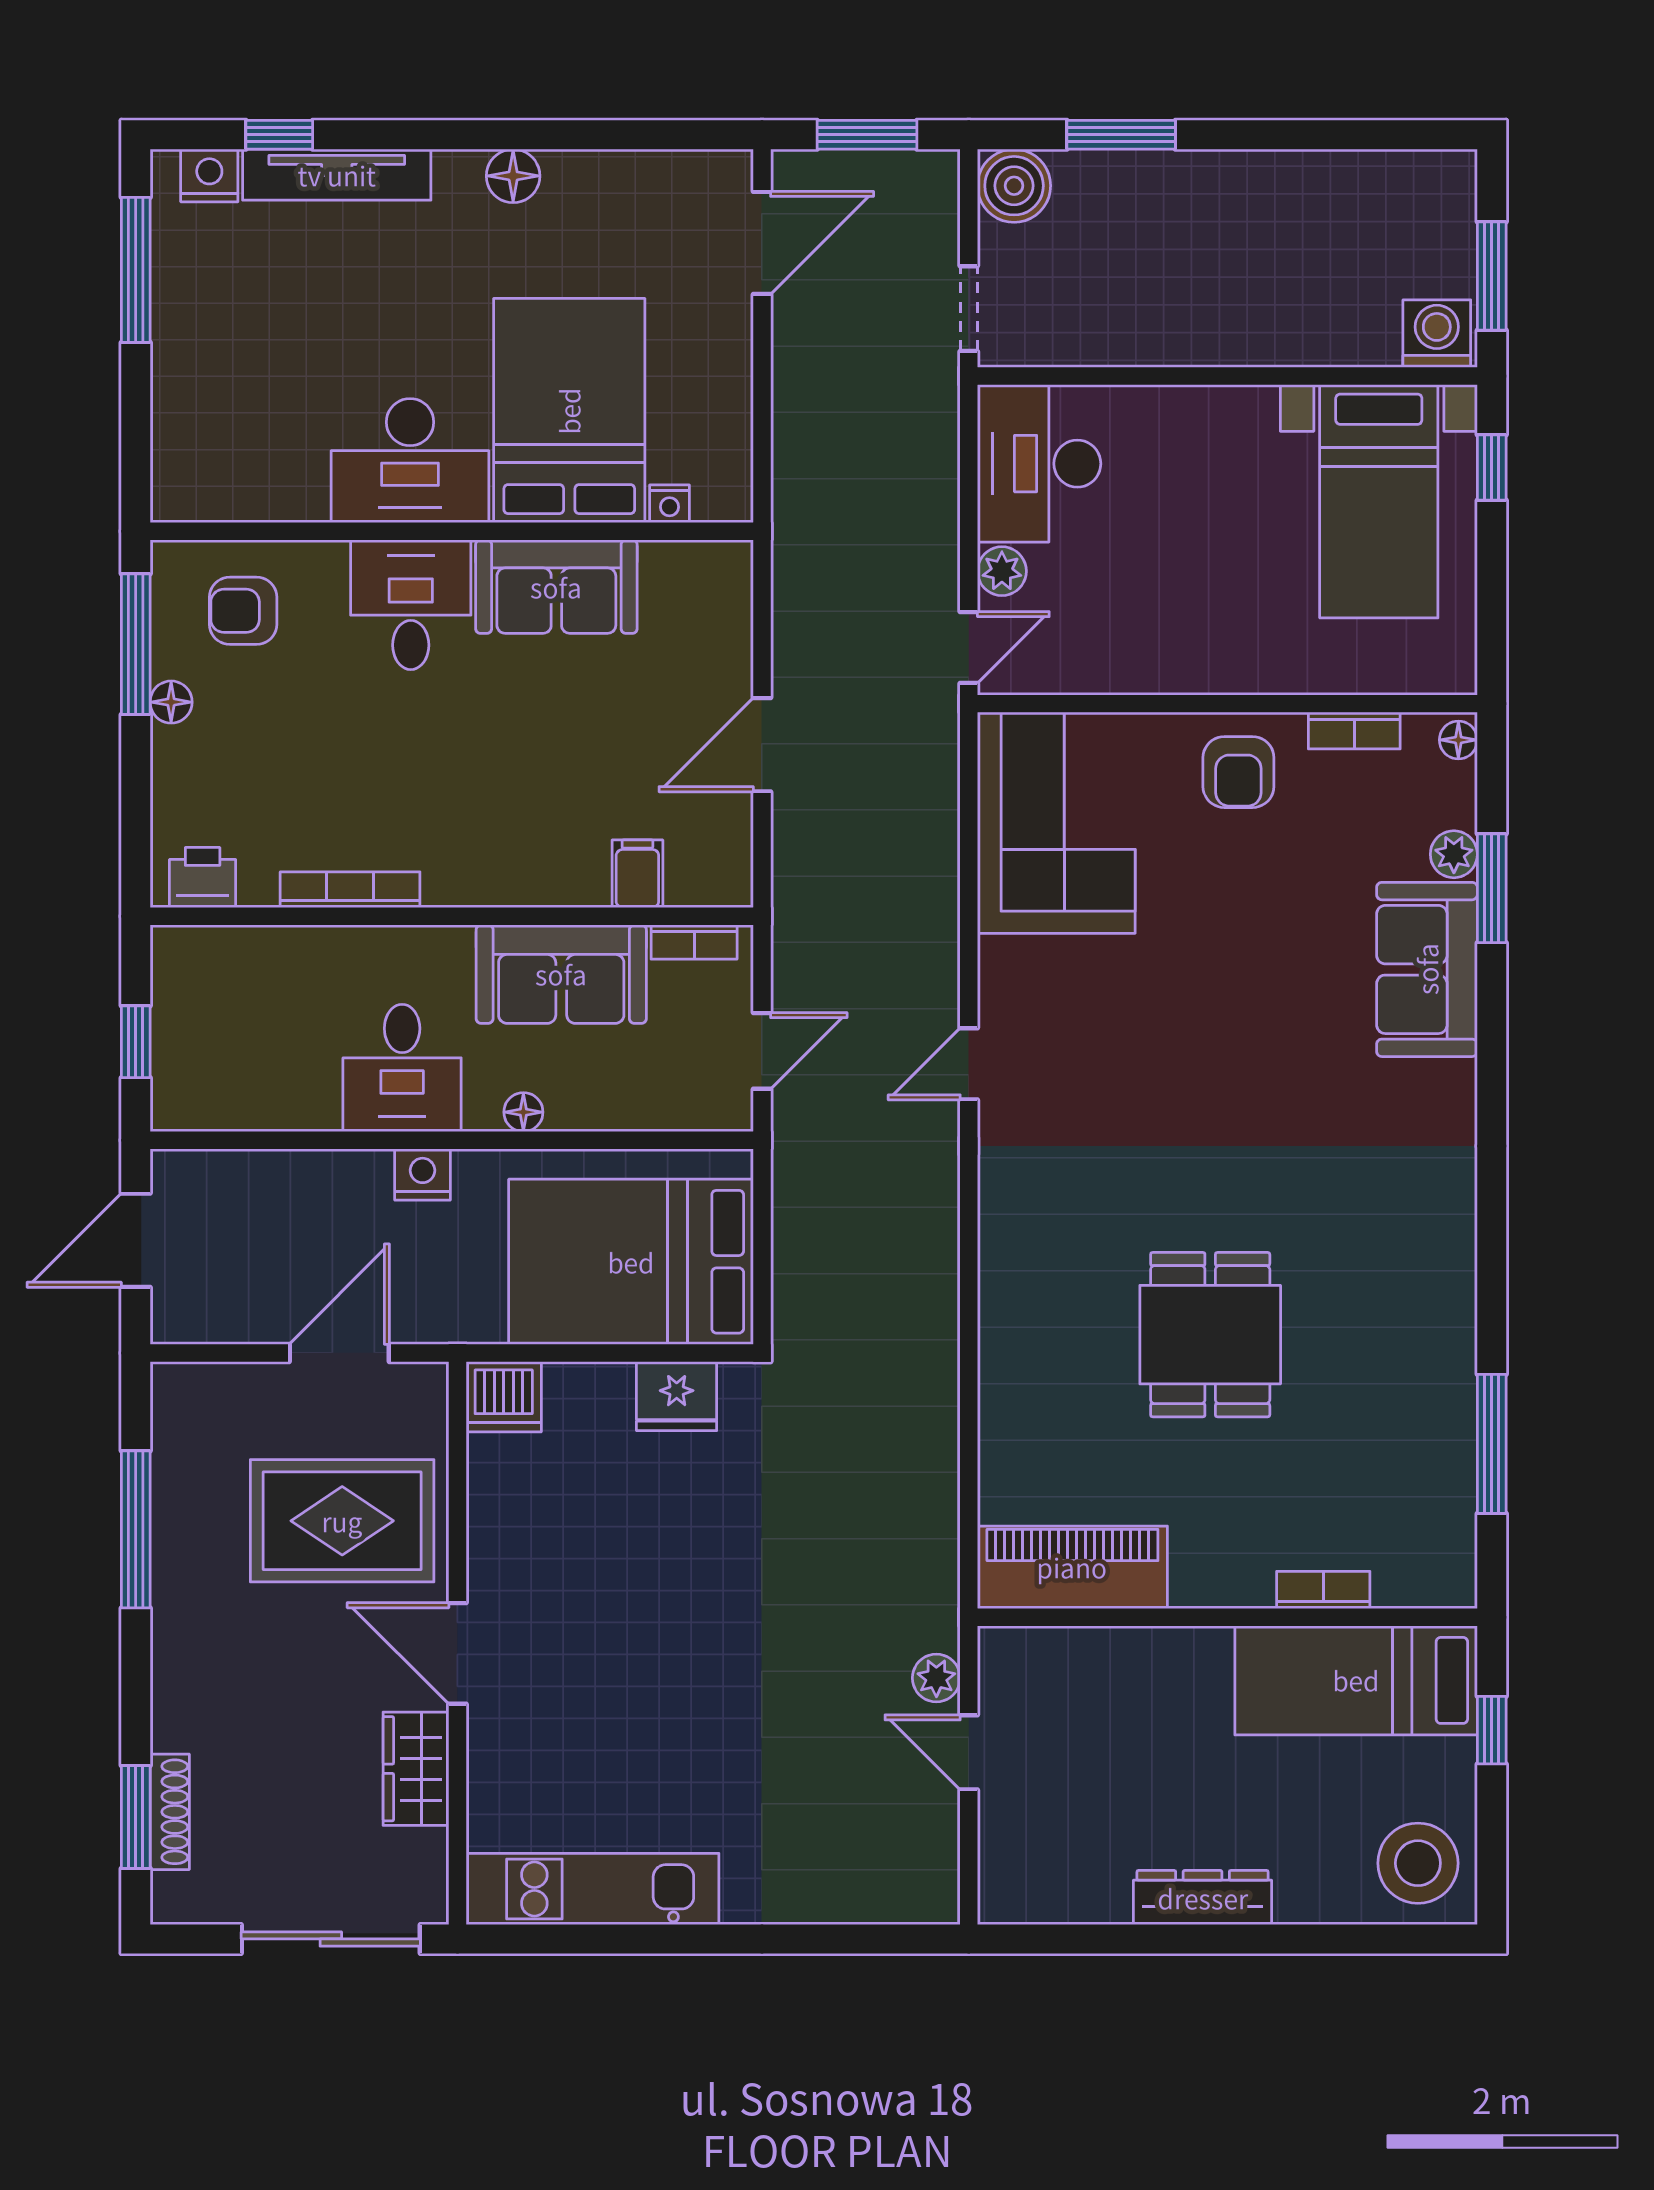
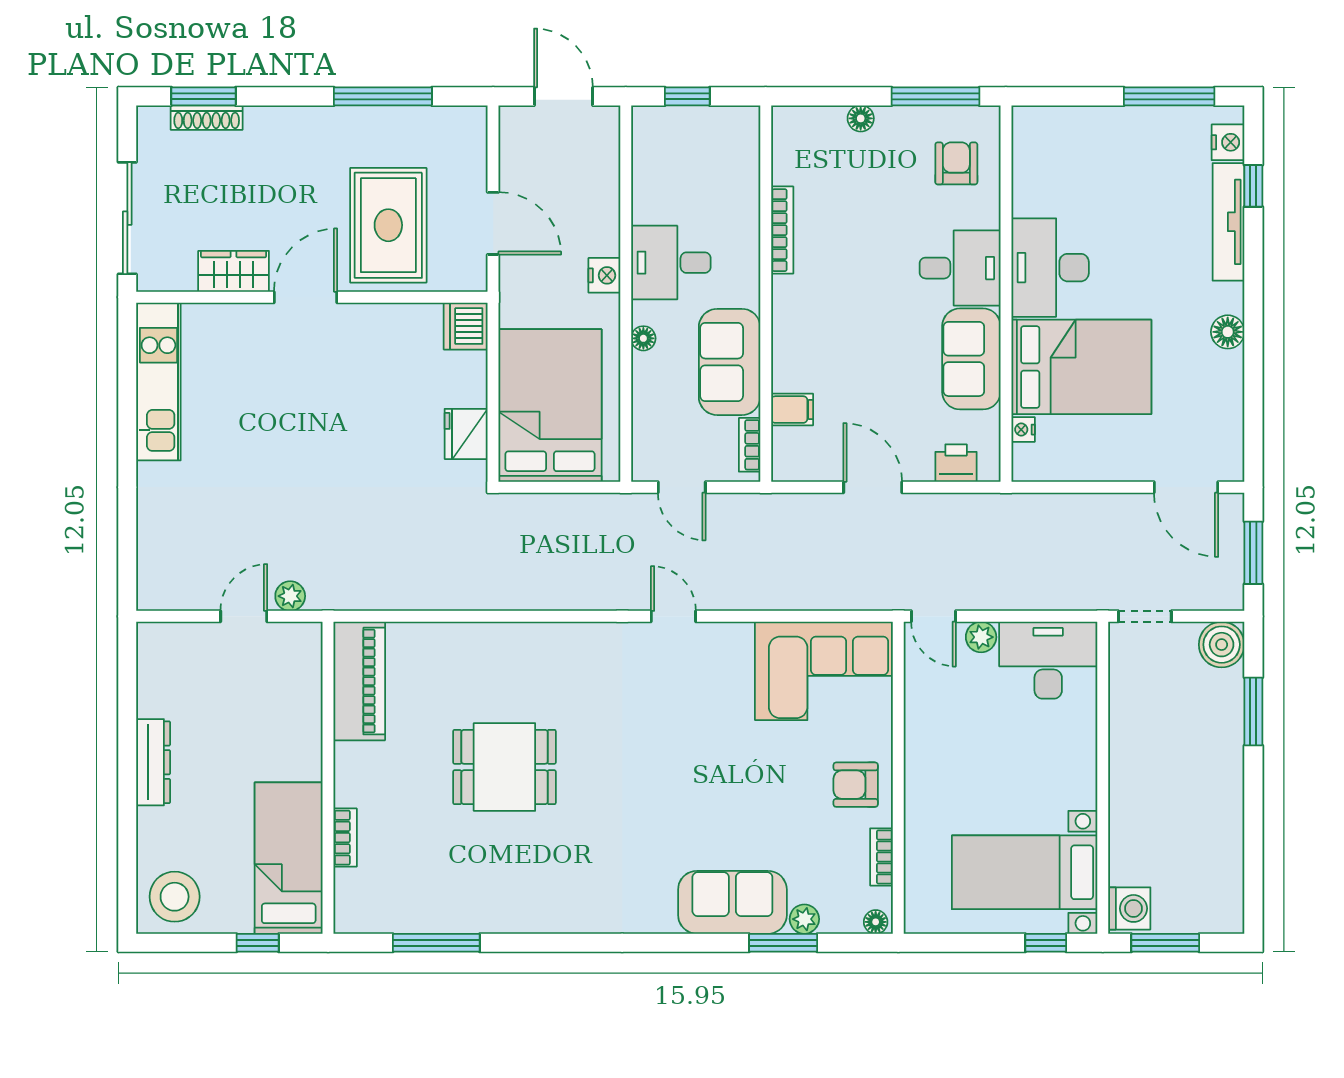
floor lamp: (171, 702) -> (861, 118), moved
printer: (203, 877) -> (956, 463), moved, turned -90

